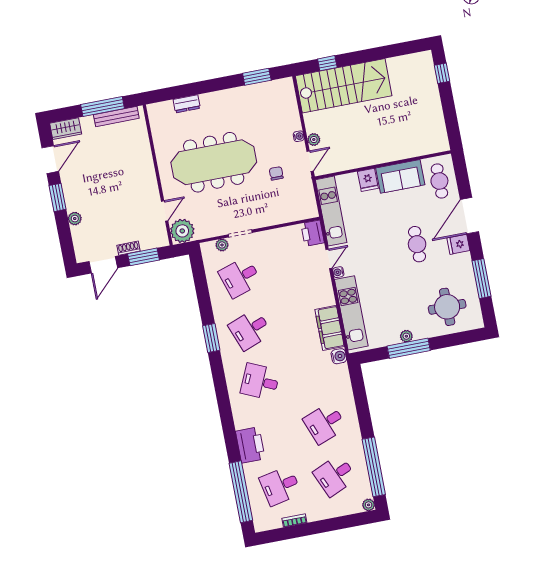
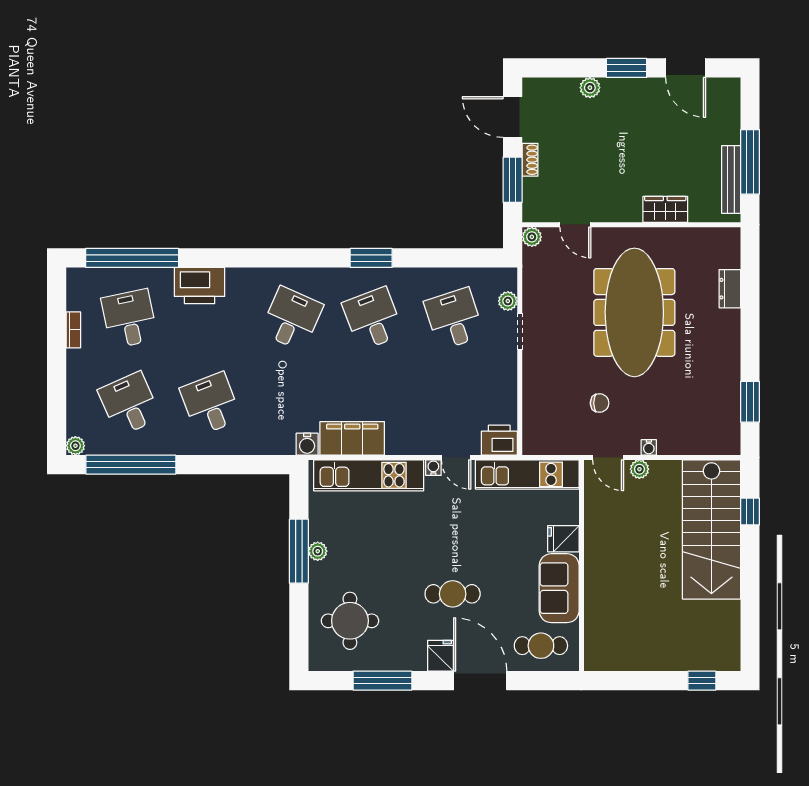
wardrobe: (66, 129) -> (665, 209), moved, turned 90
plant: (182, 231) -> (532, 237), width x0.53, depth x0.53

